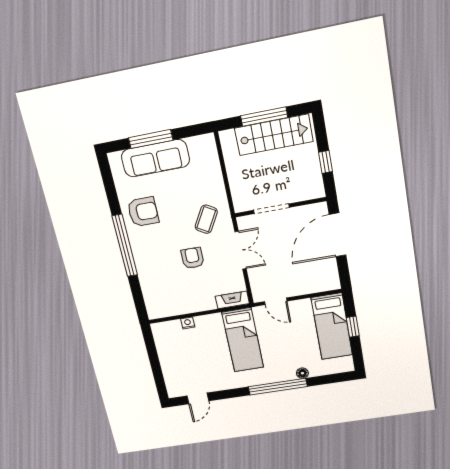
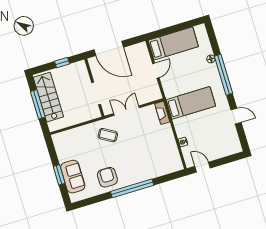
window: (151, 139) -> (59, 175), width x0.69
sofa: (155, 158) -> (73, 177), width x0.73
armchair: (192, 258) -> (136, 142), removed
door: (276, 301) -> (156, 71), moved
window: (353, 327) -> (172, 29), removed
door: (150, 345) -> (203, 167), added
door: (198, 398) -> (236, 116), moved

